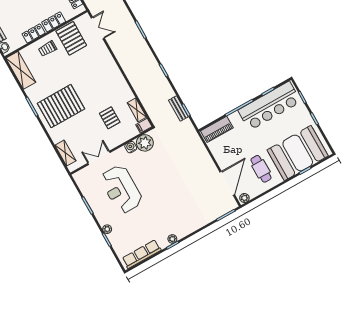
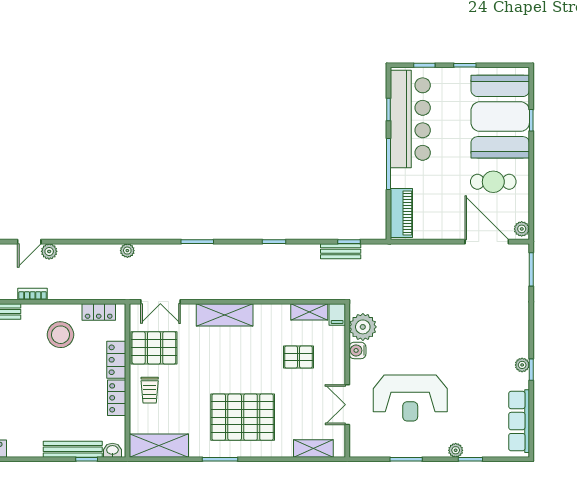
double door: (98, 28) -> (160, 302), swing flipped
shelving: (110, 66) -> (225, 315), added
pallet: (61, 106) -> (243, 417), turned 90

